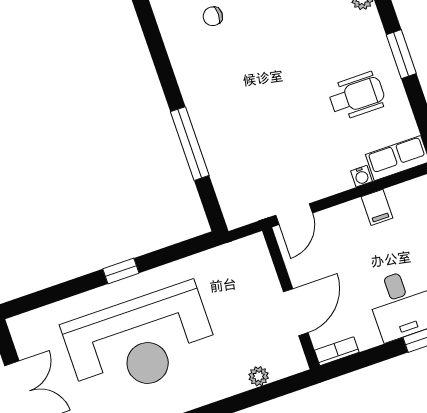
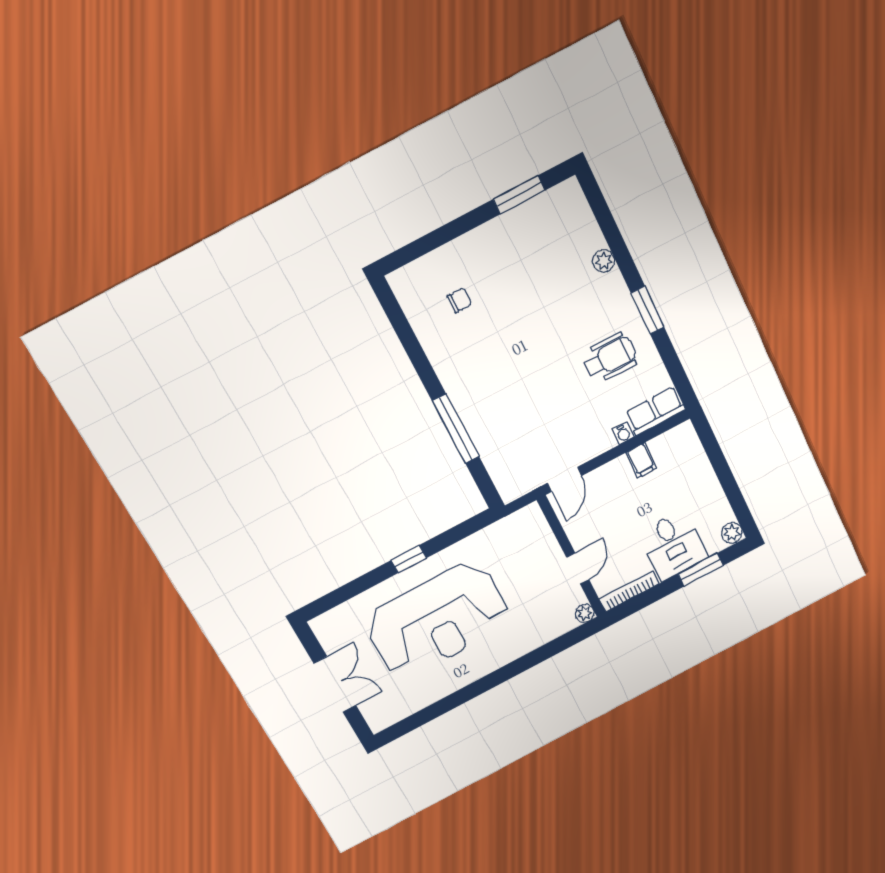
chair: (213, 16) -> (460, 300), turned 180
door: (296, 312) -> (578, 569), width x0.73
bookcase: (337, 351) -> (629, 592), width x1.56
plant: (259, 376) -> (585, 613), moved

